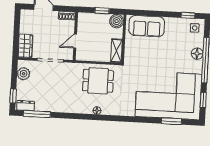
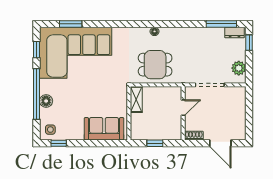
boiler: (117, 21) -> (138, 132), removed
wardrobe: (25, 46) -> (238, 99), removed

